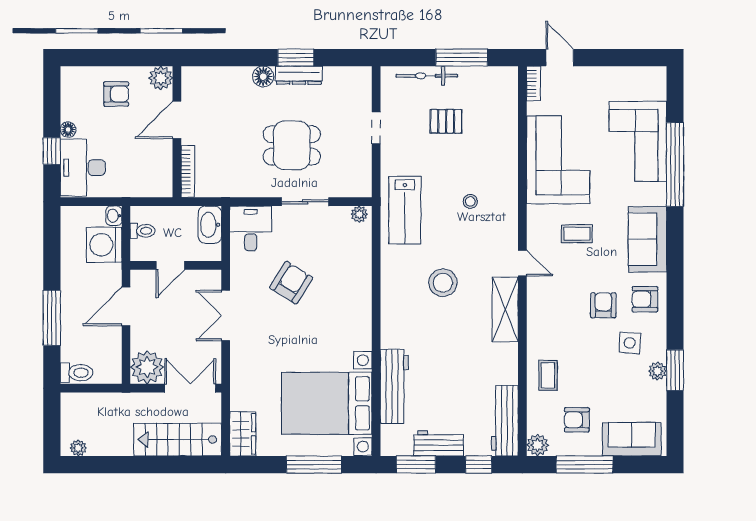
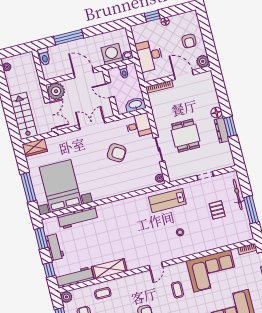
desk: (83, 168) -> (149, 56), moved, turned -90
stool: (443, 283) -> (136, 229), removed
shelving: (505, 309) -> (109, 269), moved

